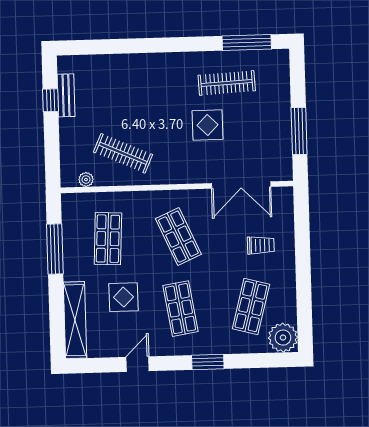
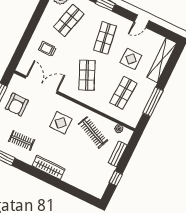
wardrobe: (163, 63) -> (49, 167), added
clothes rail: (227, 83) -> (22, 140), width x0.73
bench: (66, 95) -> (118, 154), moved
display table: (207, 125) -> (61, 123), moved
armchair: (263, 135) -> (17, 104), added

